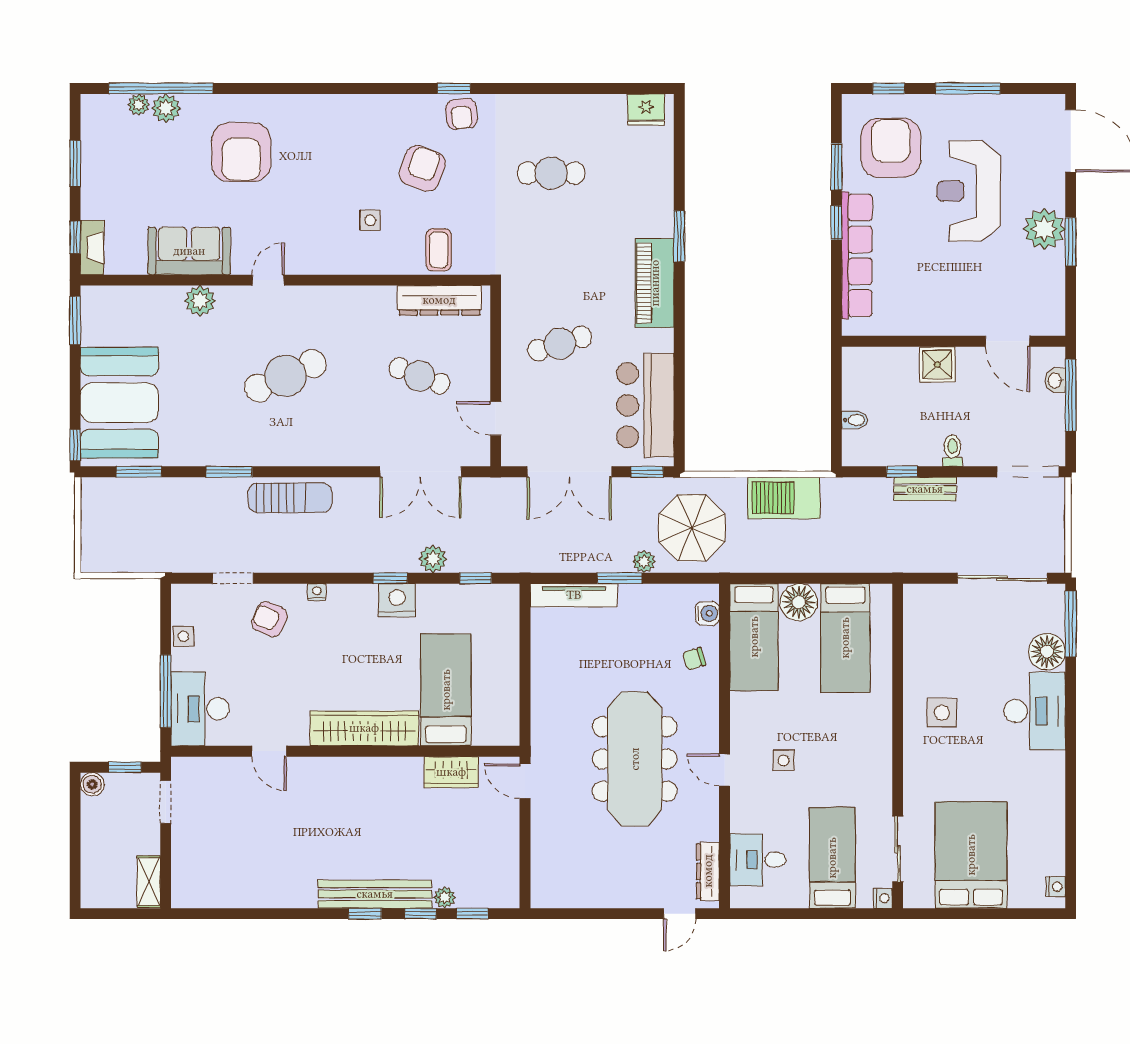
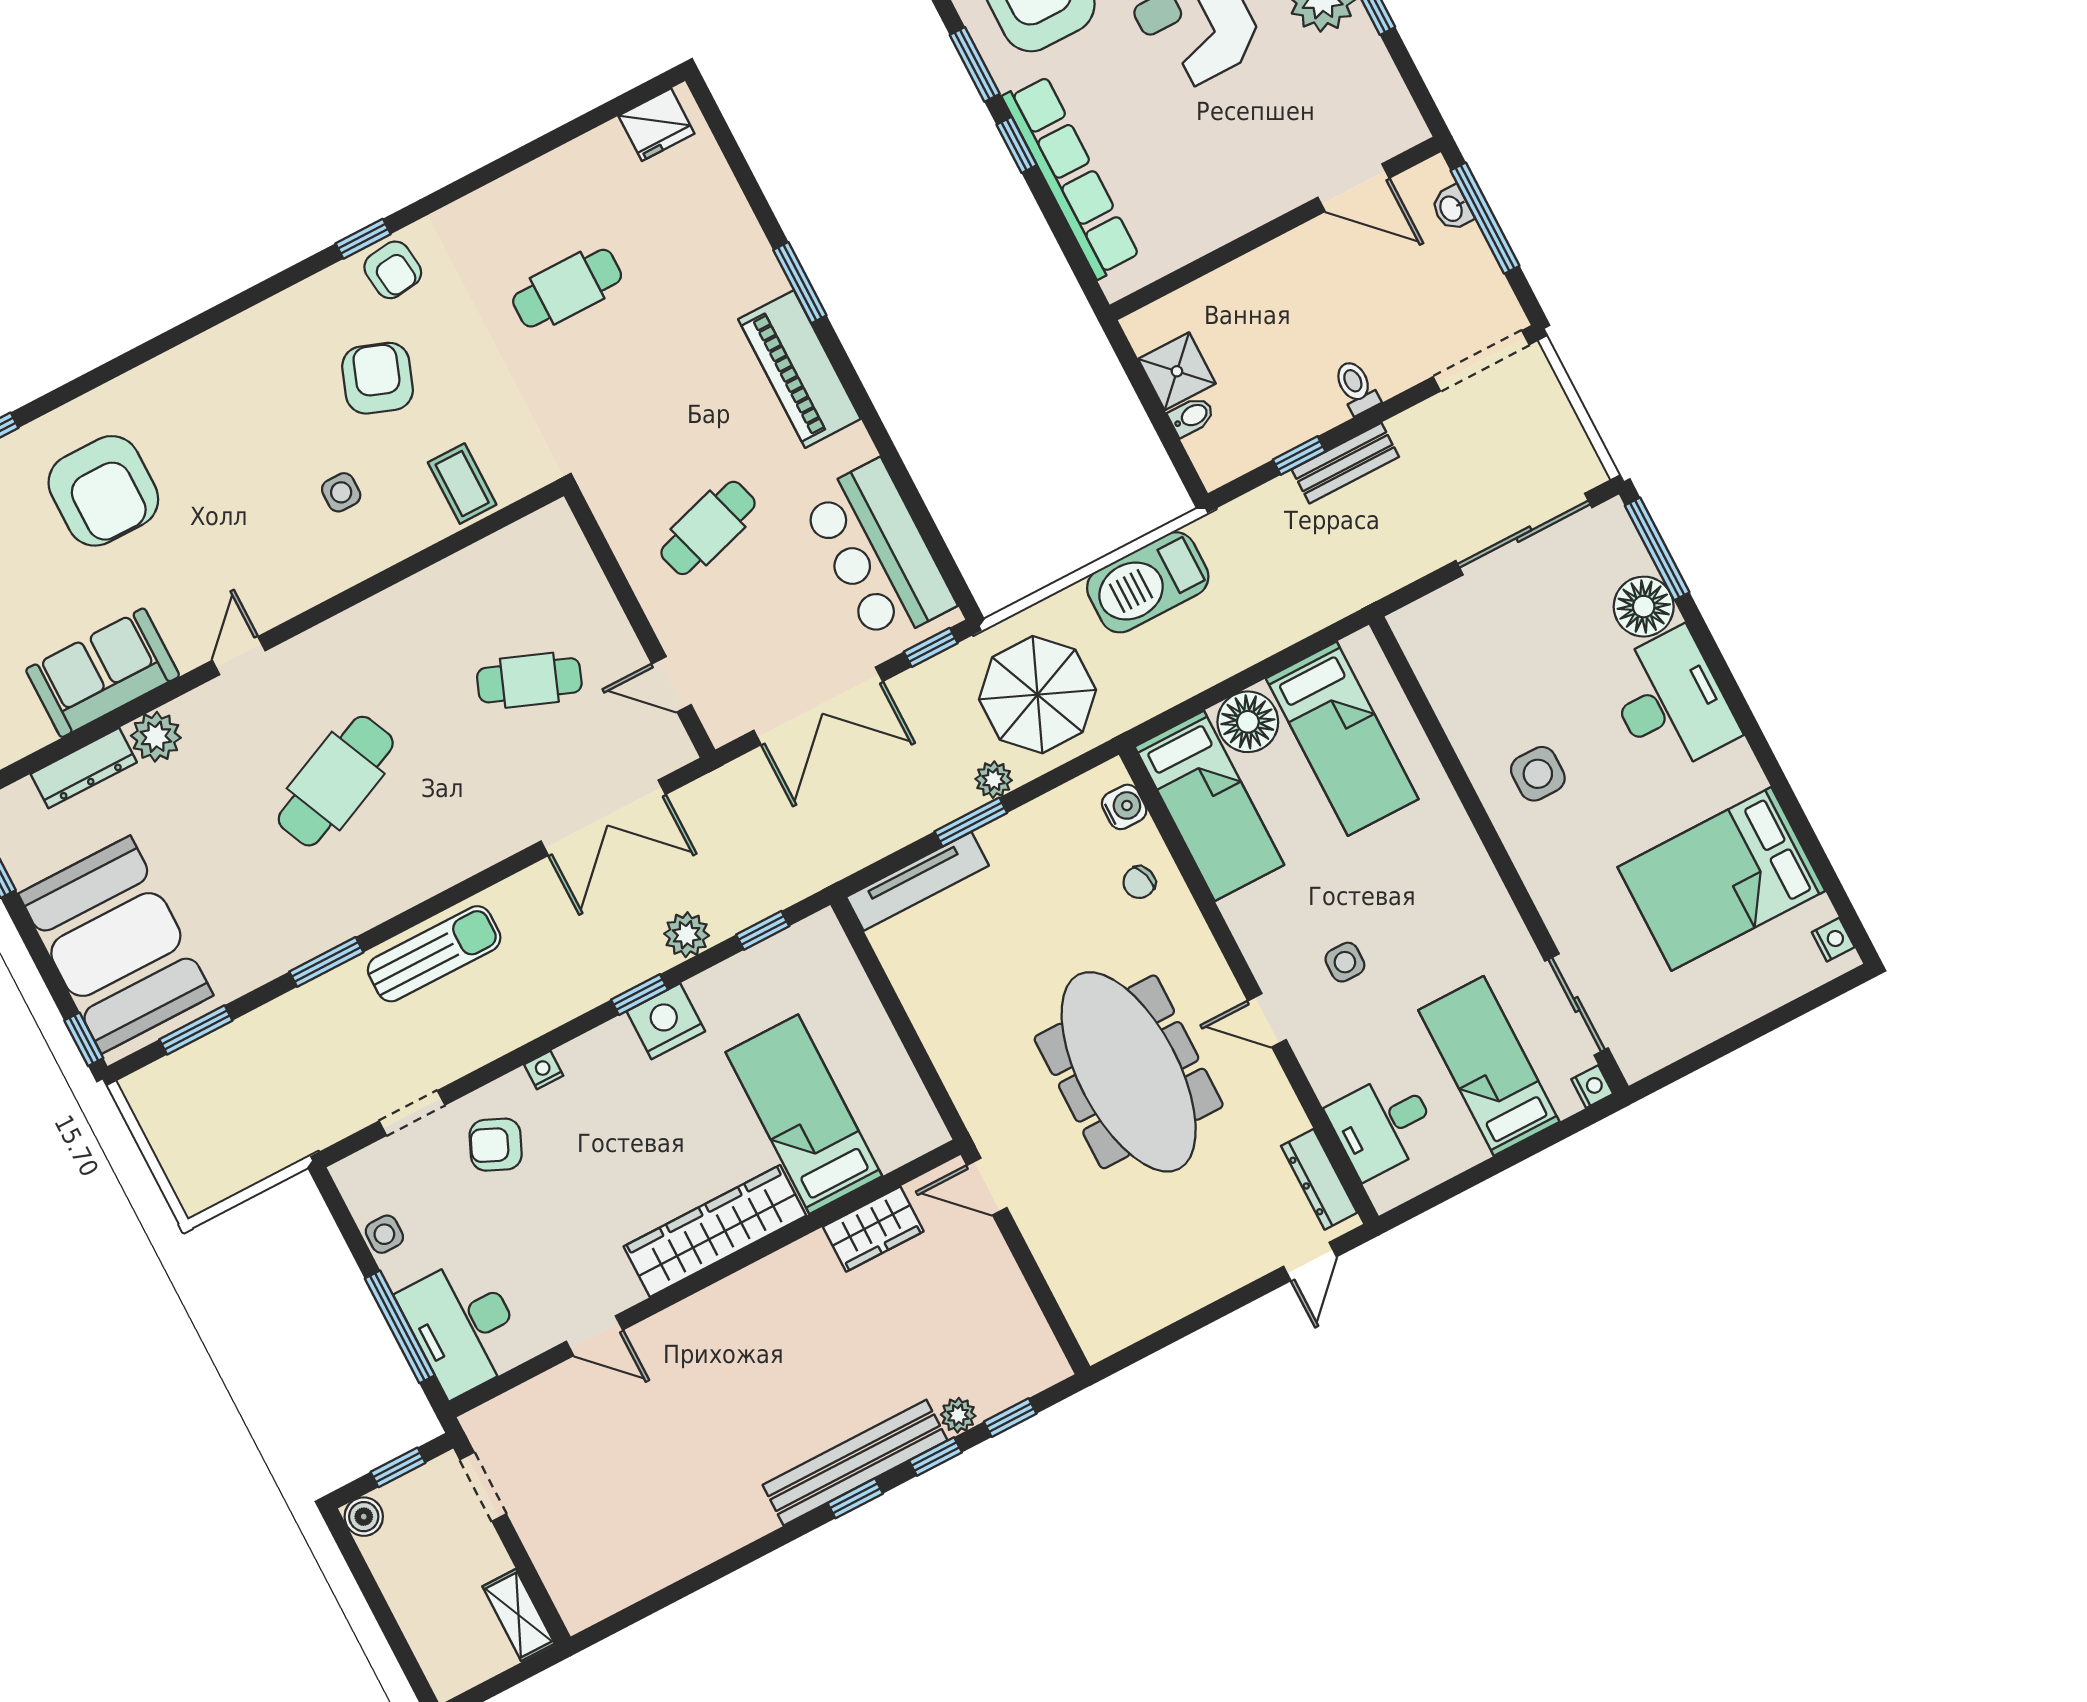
dresser: (439, 300) -> (84, 768), moved, width x0.73, depth x0.80
shower: (937, 364) -> (1177, 371), moved
bed: (971, 855) -> (1721, 879), moved, turned -90

